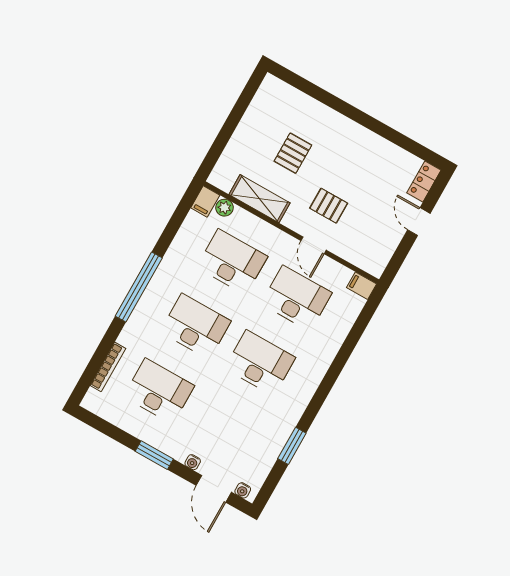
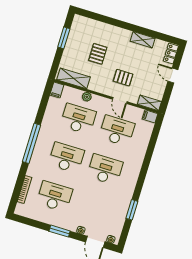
window: (238, 111) -> (64, 38), added
shelving: (379, 146) -> (143, 40), added
shelving: (259, 199) -> (73, 78), moved
plant: (224, 208) -> (87, 97), moved
shelving: (366, 261) -> (149, 103), added

